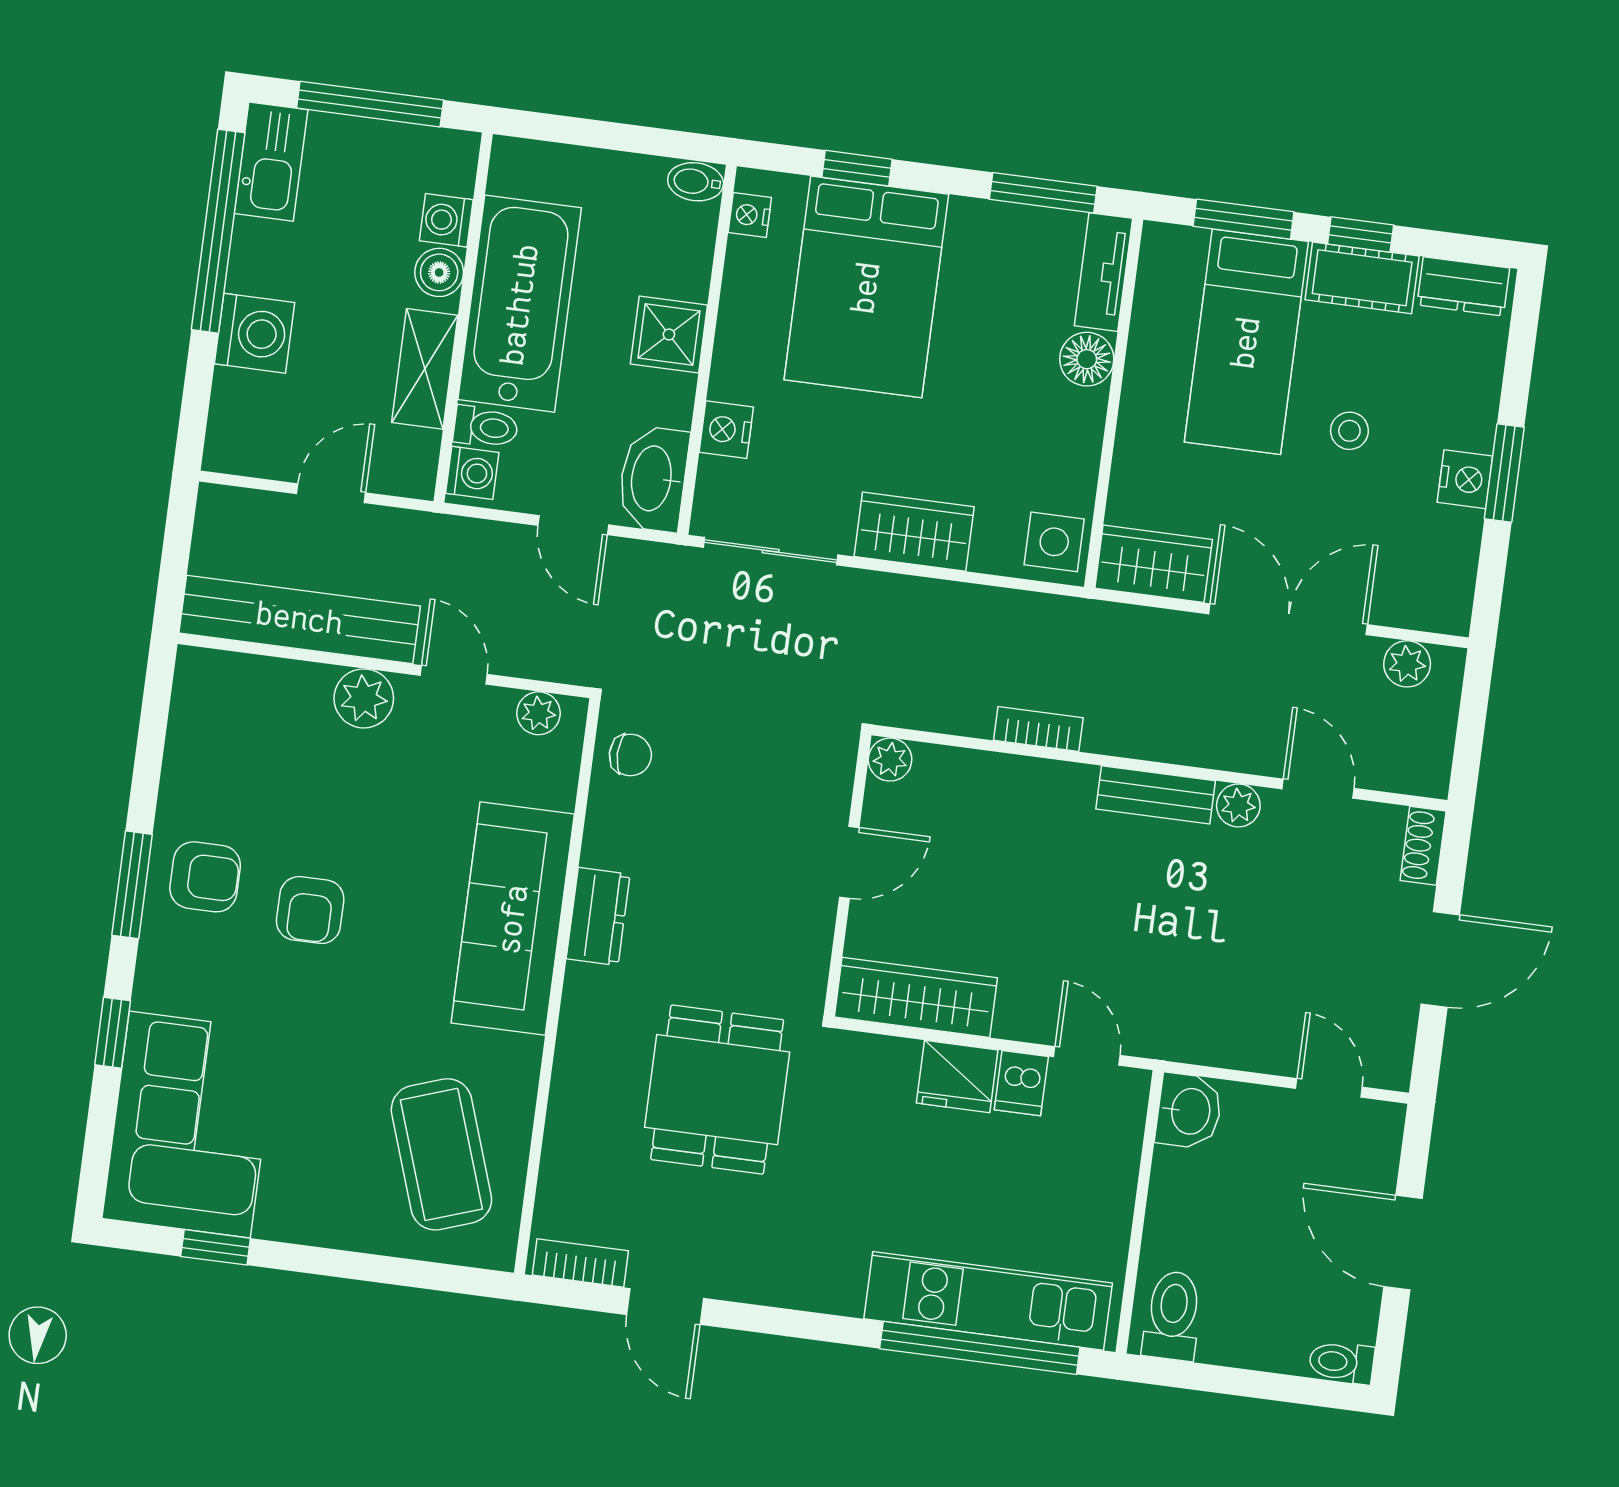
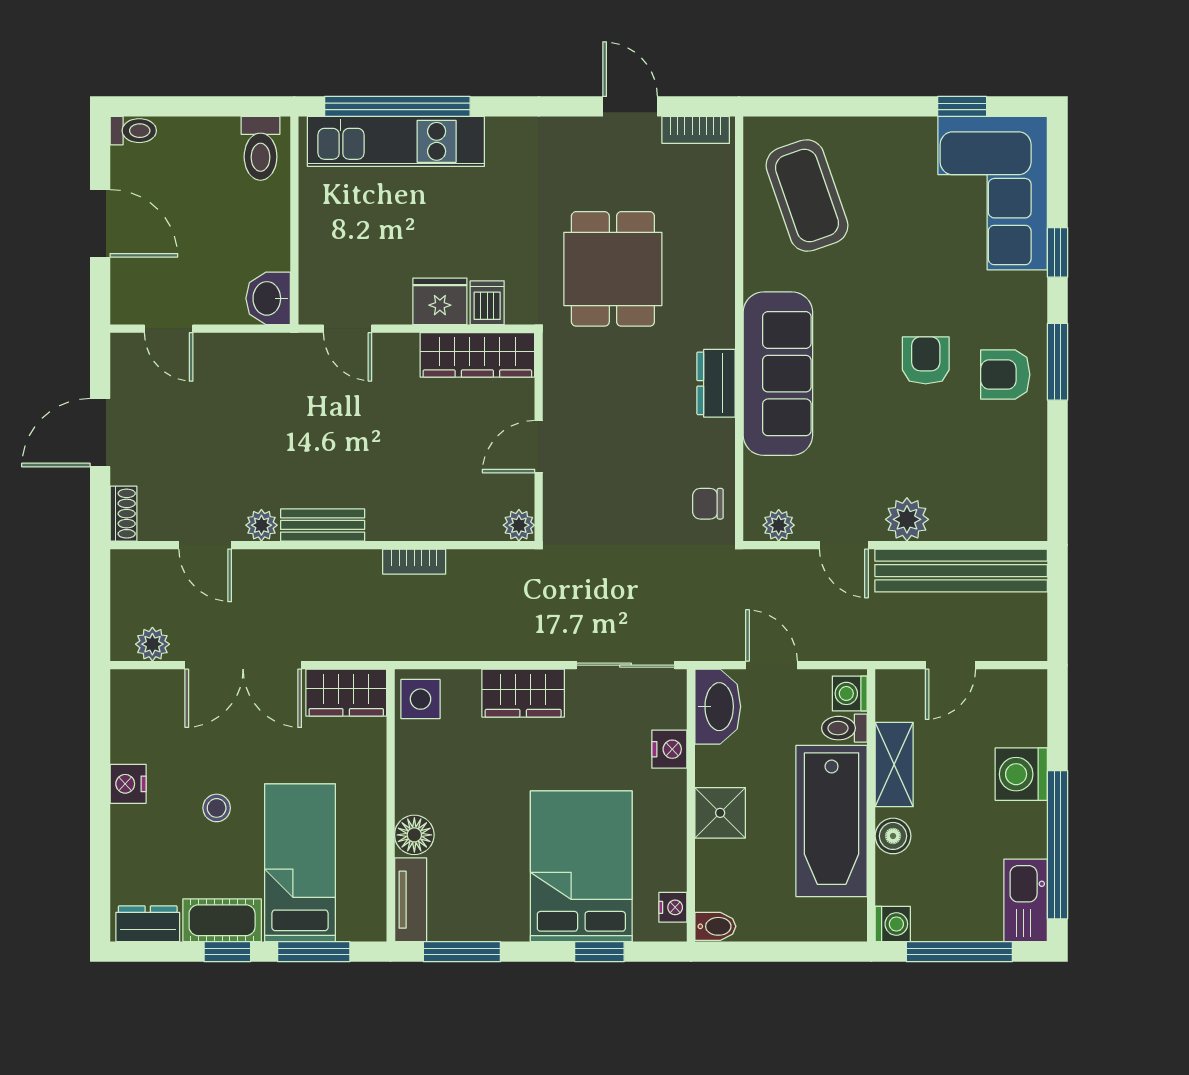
washing machine: (446, 220) -> (893, 924), moved
window: (1504, 473) -> (100, 792), removed
dishwasher: (1021, 1083) -> (487, 303), moved

